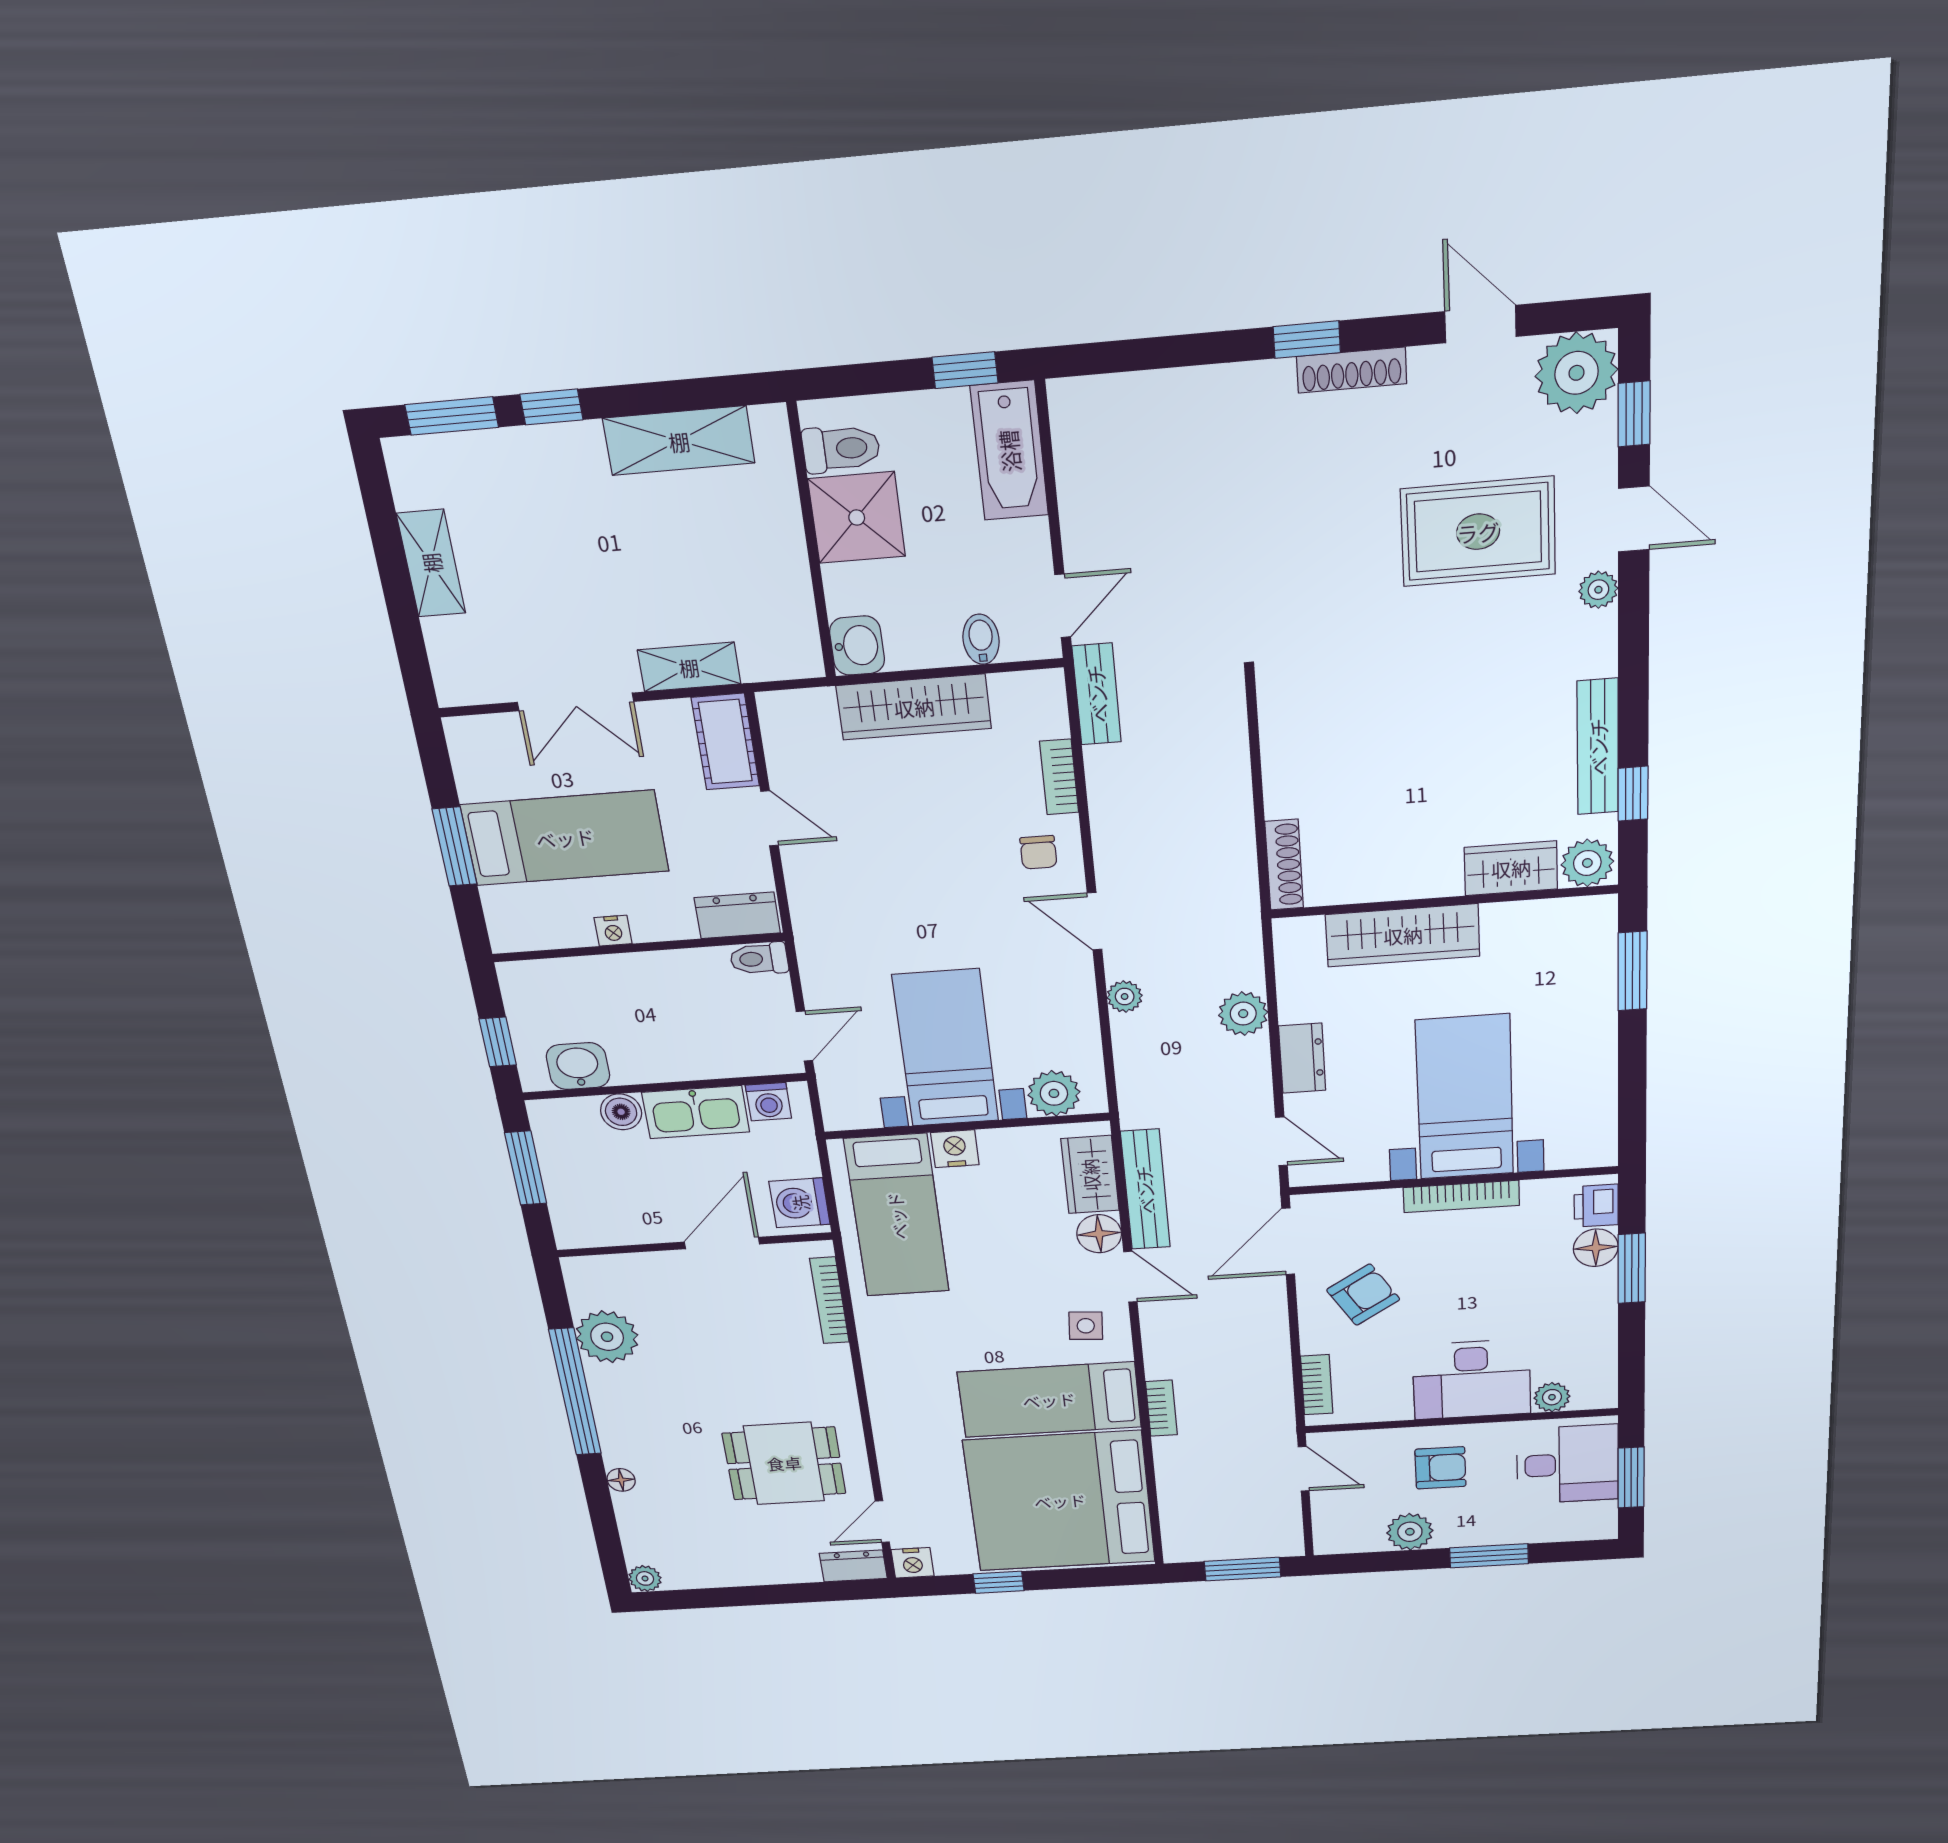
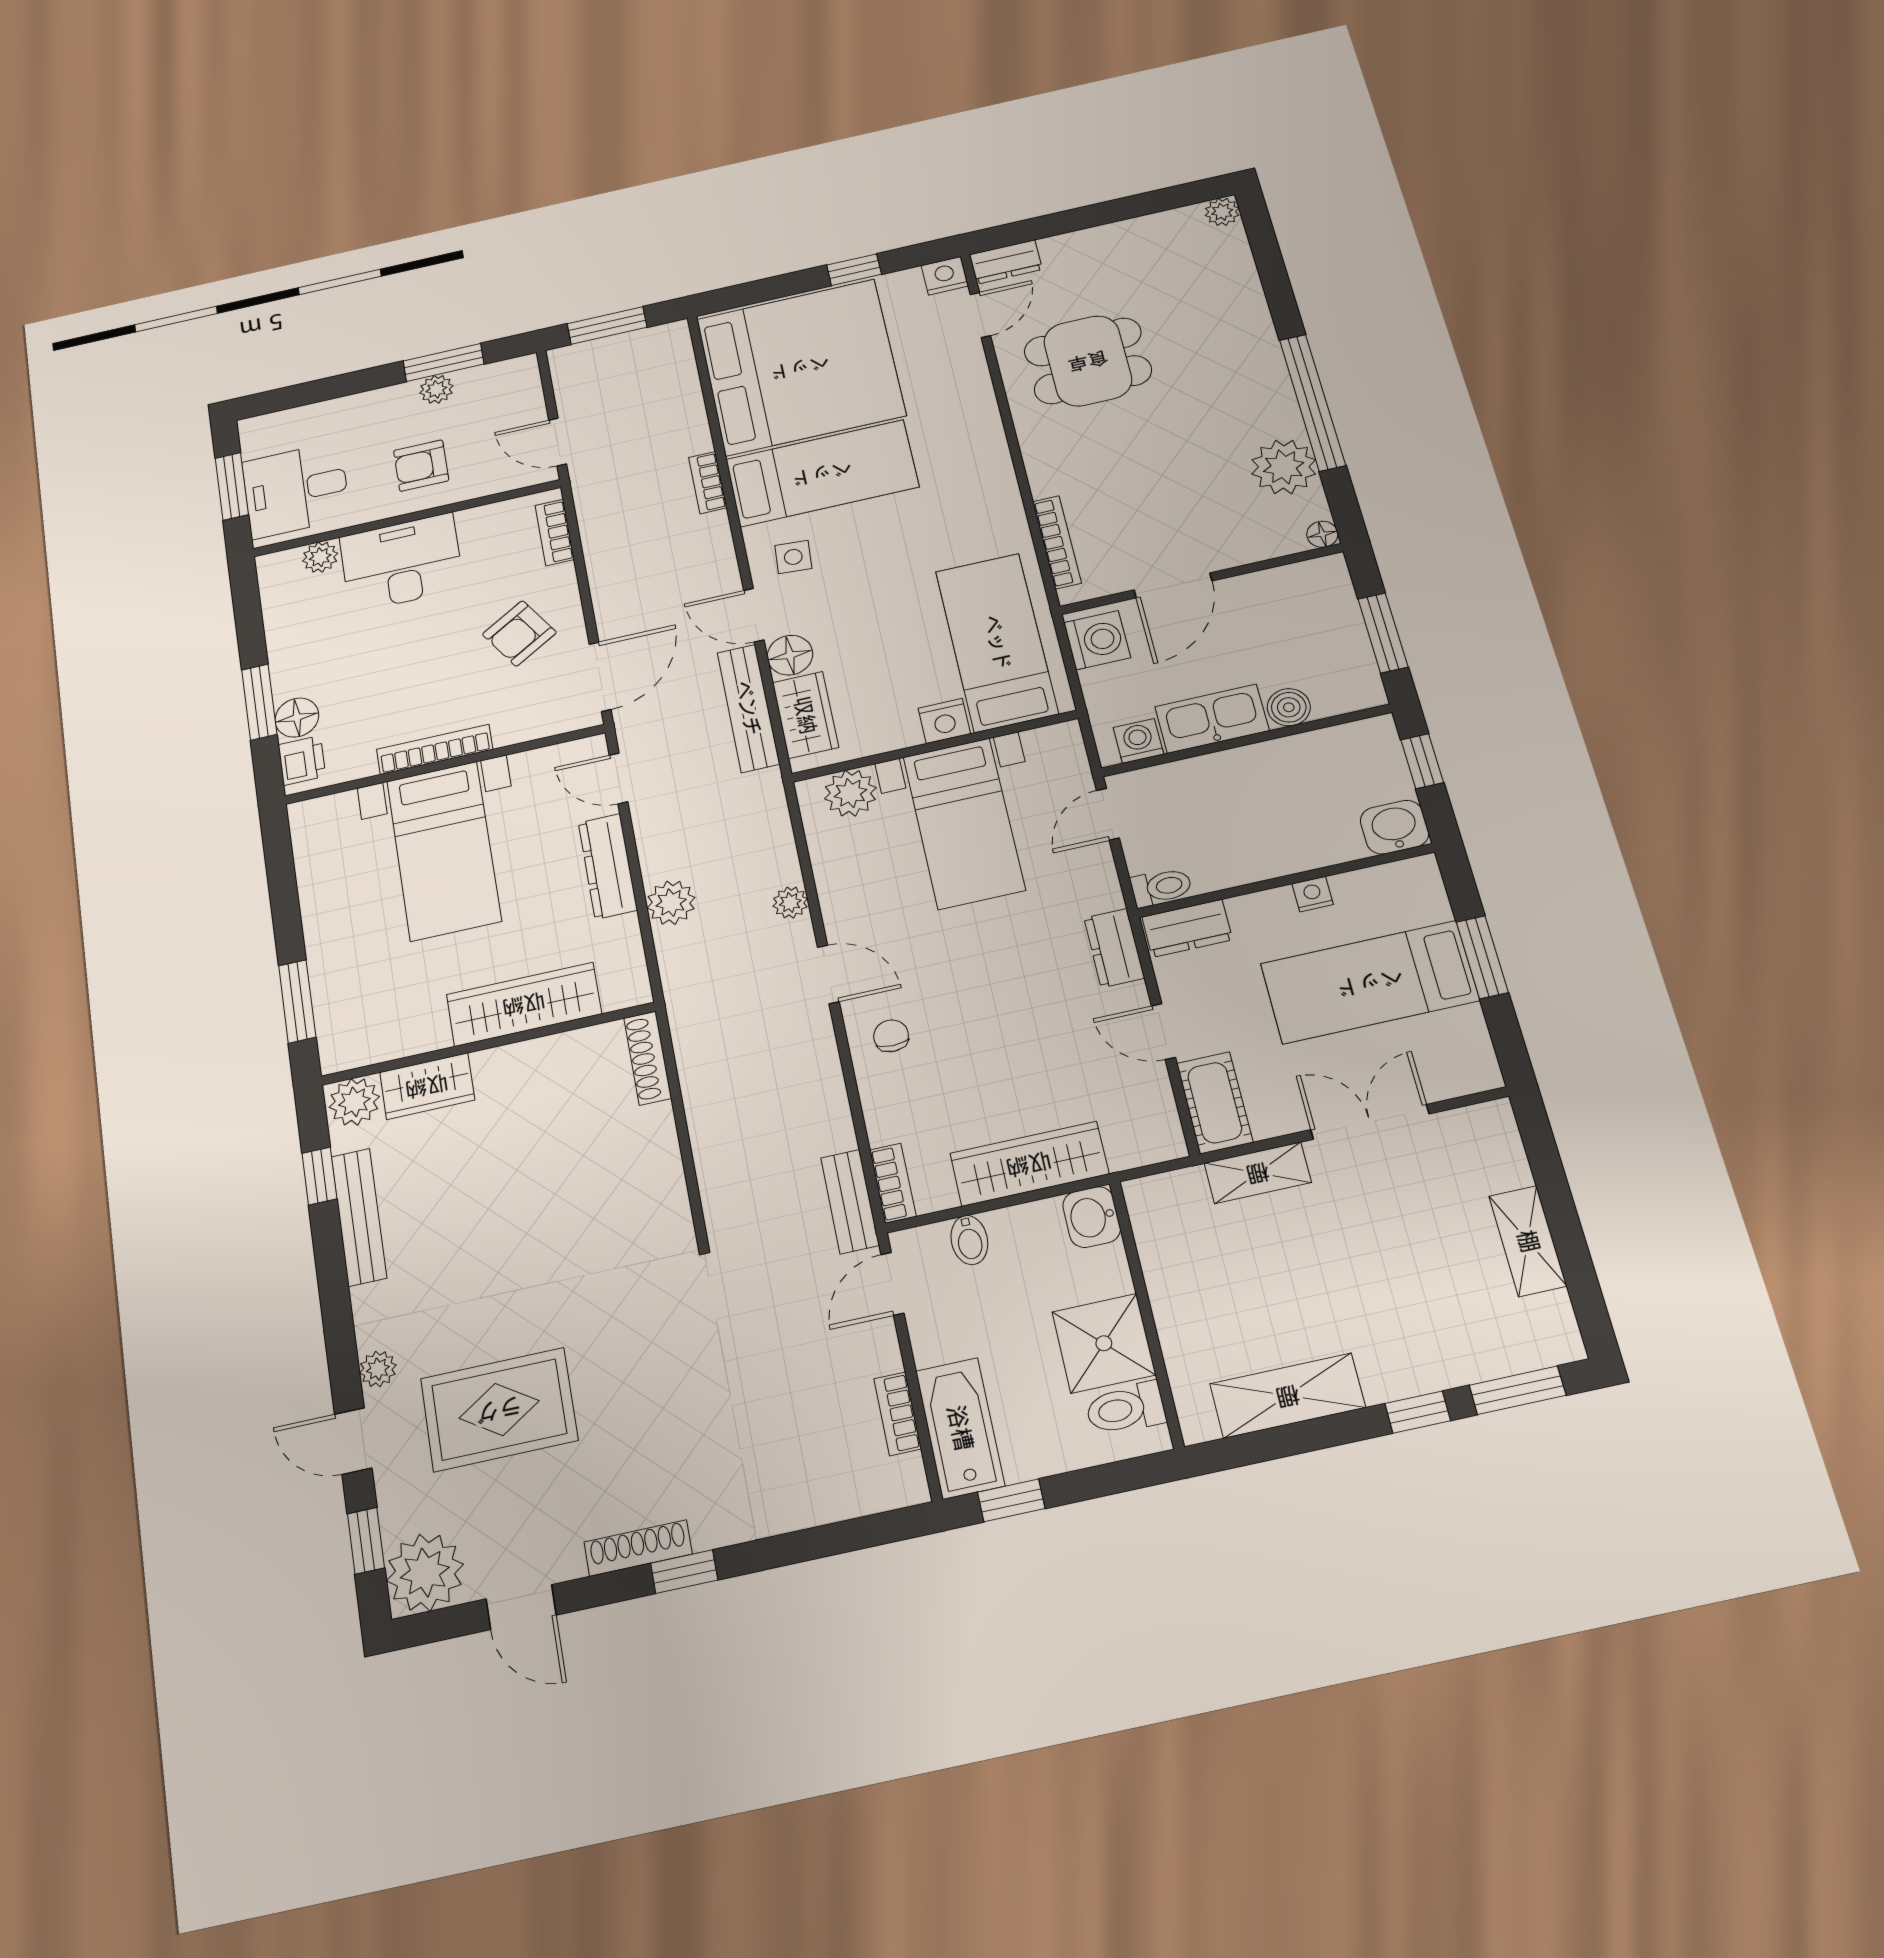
bookcase: (1071, 474) -> (898, 1414), added
bookcase: (1059, 777) -> (893, 1183), moved
dresser: (810, 906) -> (1114, 948), added
dresser: (1302, 1058) -> (608, 866), width x1.44
washbasin: (578, 1066) -> (1395, 827), moved, turned 180
floor lamp: (621, 1480) -> (1322, 534), moved
plant: (1410, 1532) -> (436, 389), width x0.73, depth x0.73
window: (1489, 1556) -> (443, 363), moved

